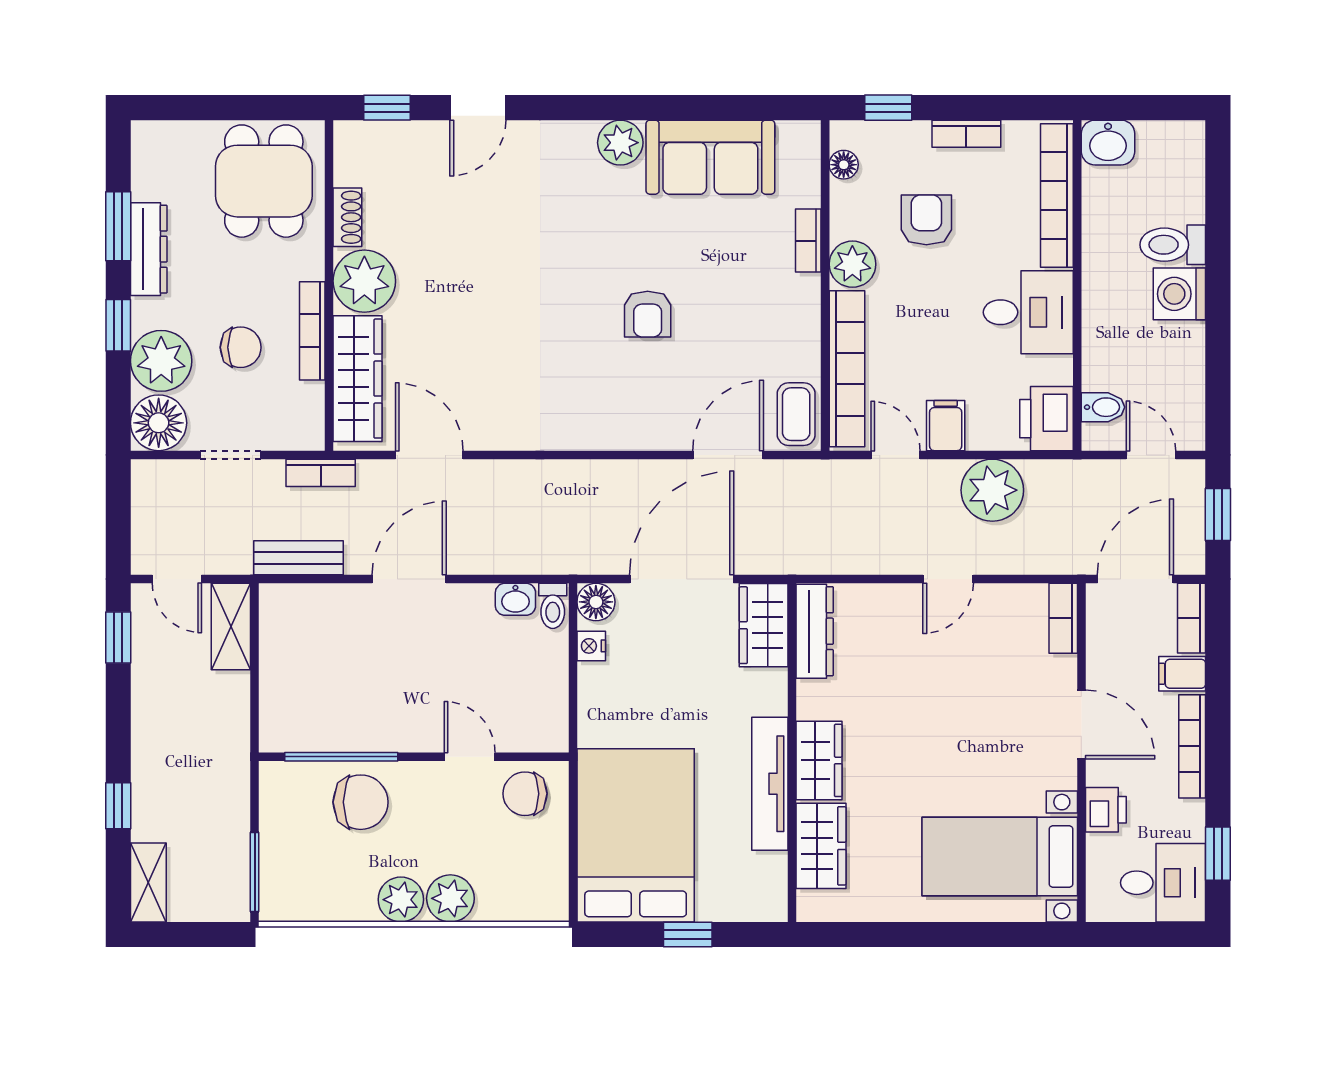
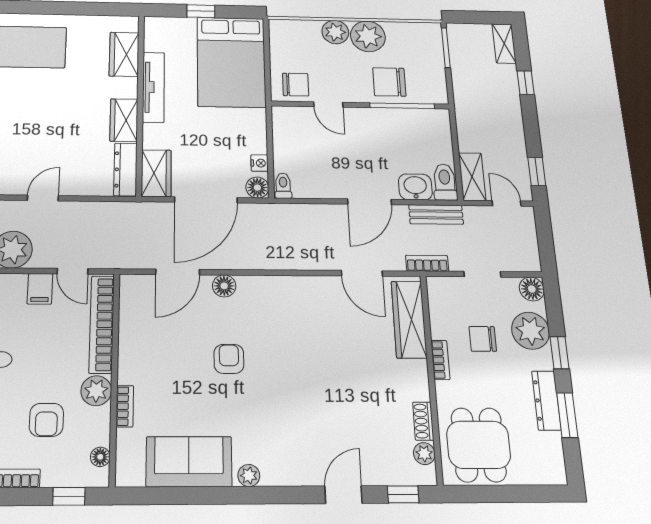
plant: (620, 143) -> (249, 475), width x0.73, depth x0.73
plant: (364, 281) -> (424, 454), moved, width x0.53, depth x0.53
bookcase: (312, 331) -> (440, 360), width x0.64
coffee table: (796, 414) -> (135, 296), removed
floor lamp: (159, 423) -> (532, 289), width x0.73, depth x0.73
floor lamp: (654, 432) -> (224, 286), added
washbasin: (515, 599) -> (415, 187), moved, width x1.38, depth x1.45
toilet: (279, 616) -> (445, 182), added
wardrobe: (819, 760) -> (124, 120), moved
plant: (401, 900) -> (368, 36), width x1.36, depth x1.36

